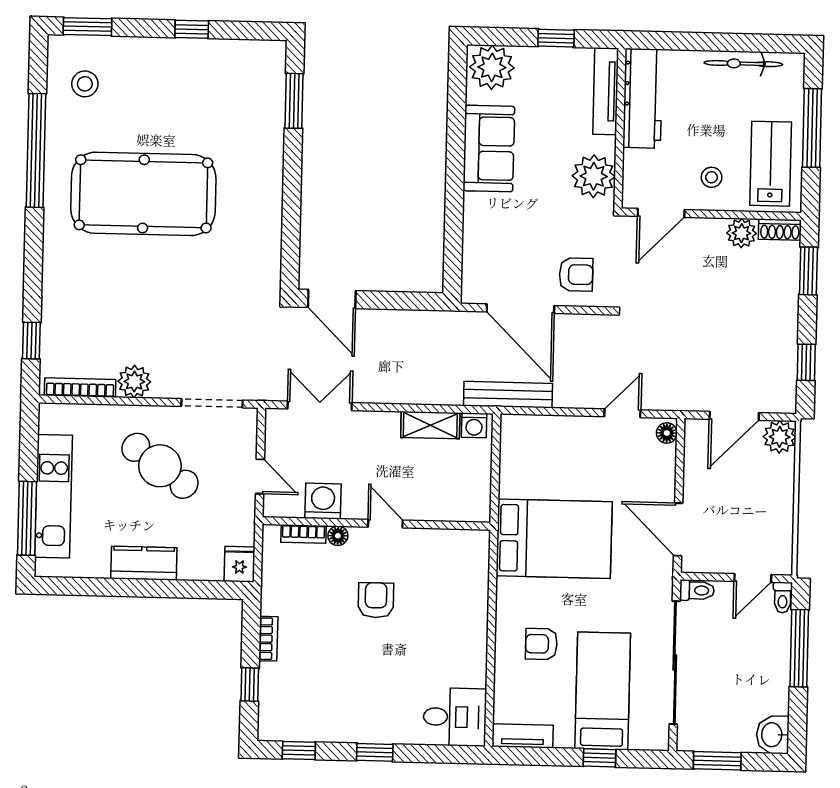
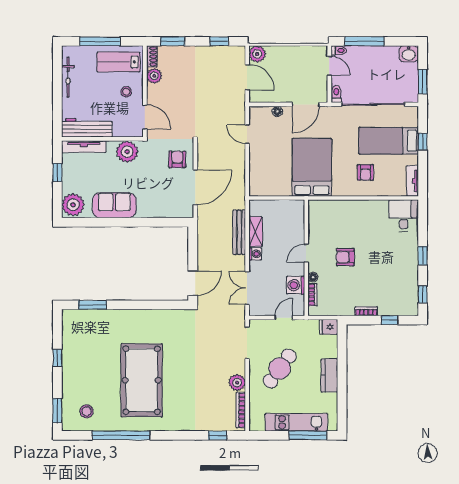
bench: (508, 395) -> (239, 232), moved
washing machine: (474, 425) -> (255, 254), moved
floor lamp: (667, 433) -> (277, 111), moved

